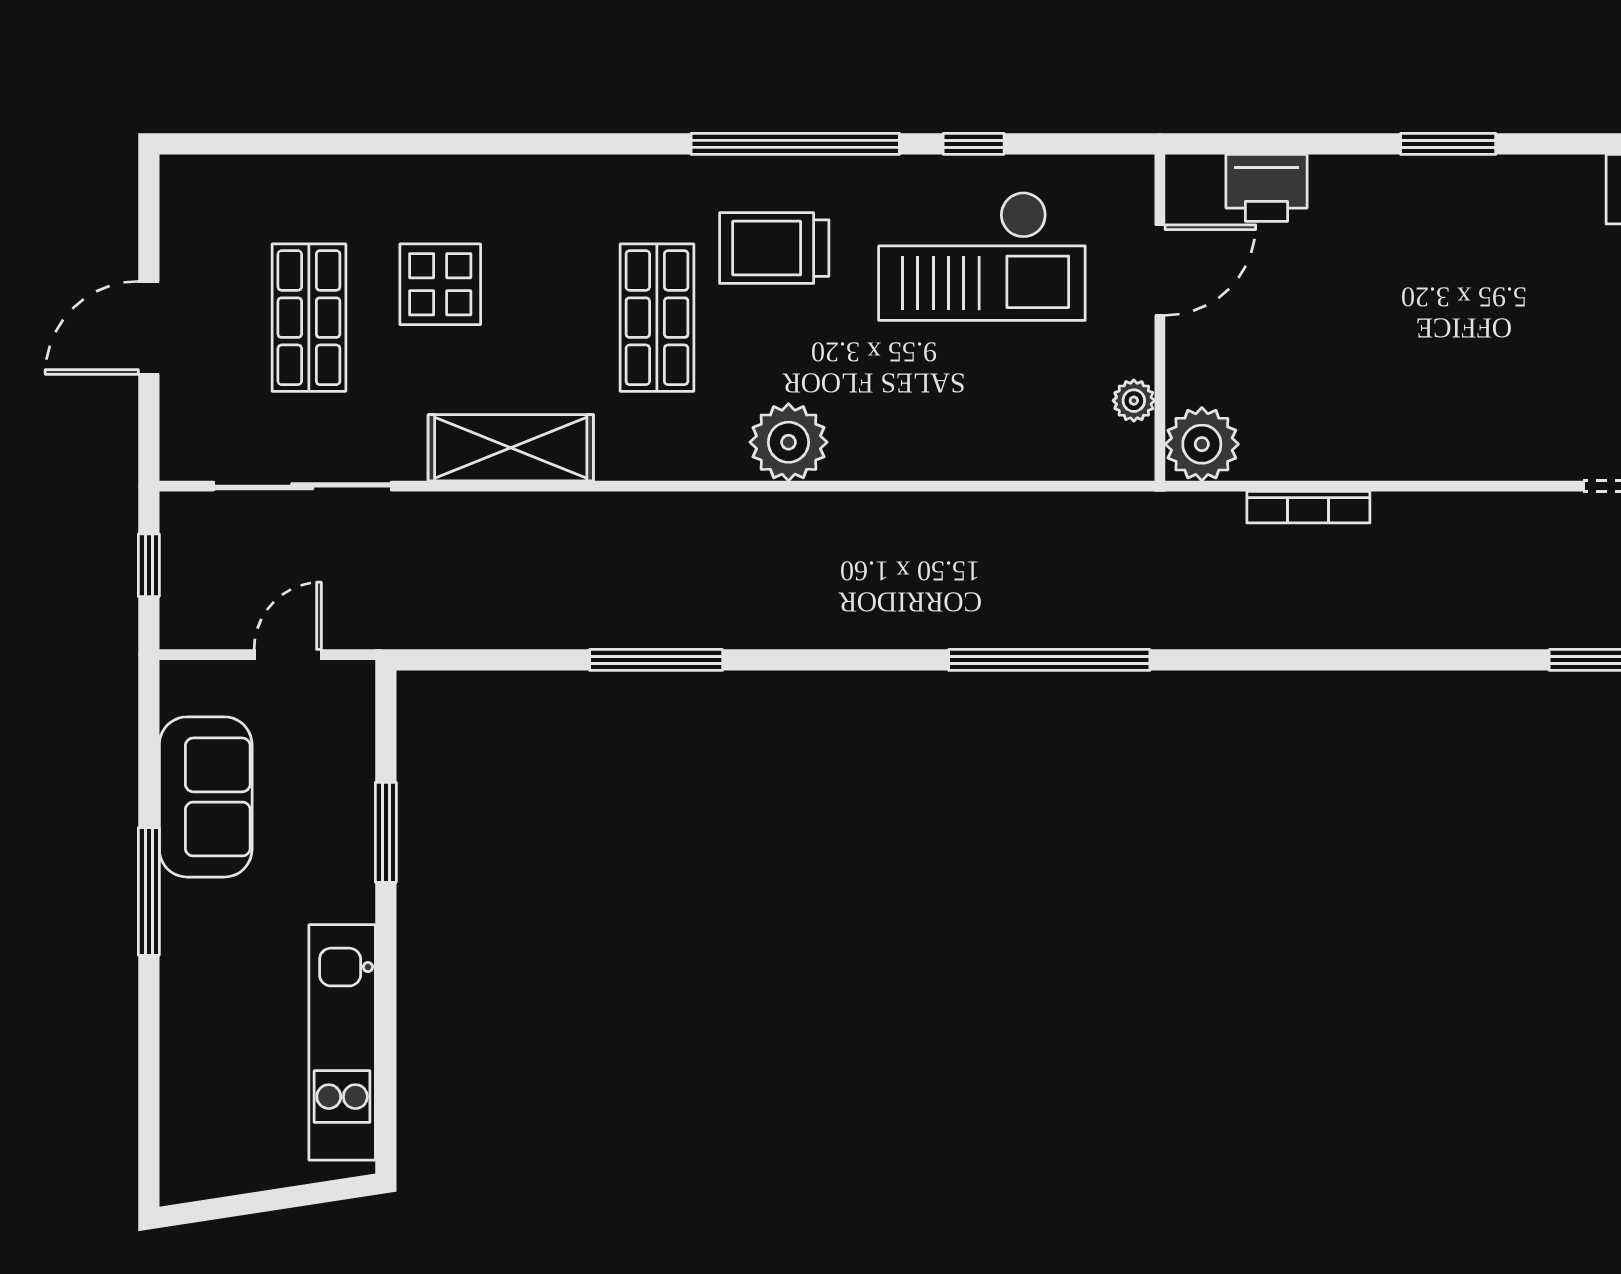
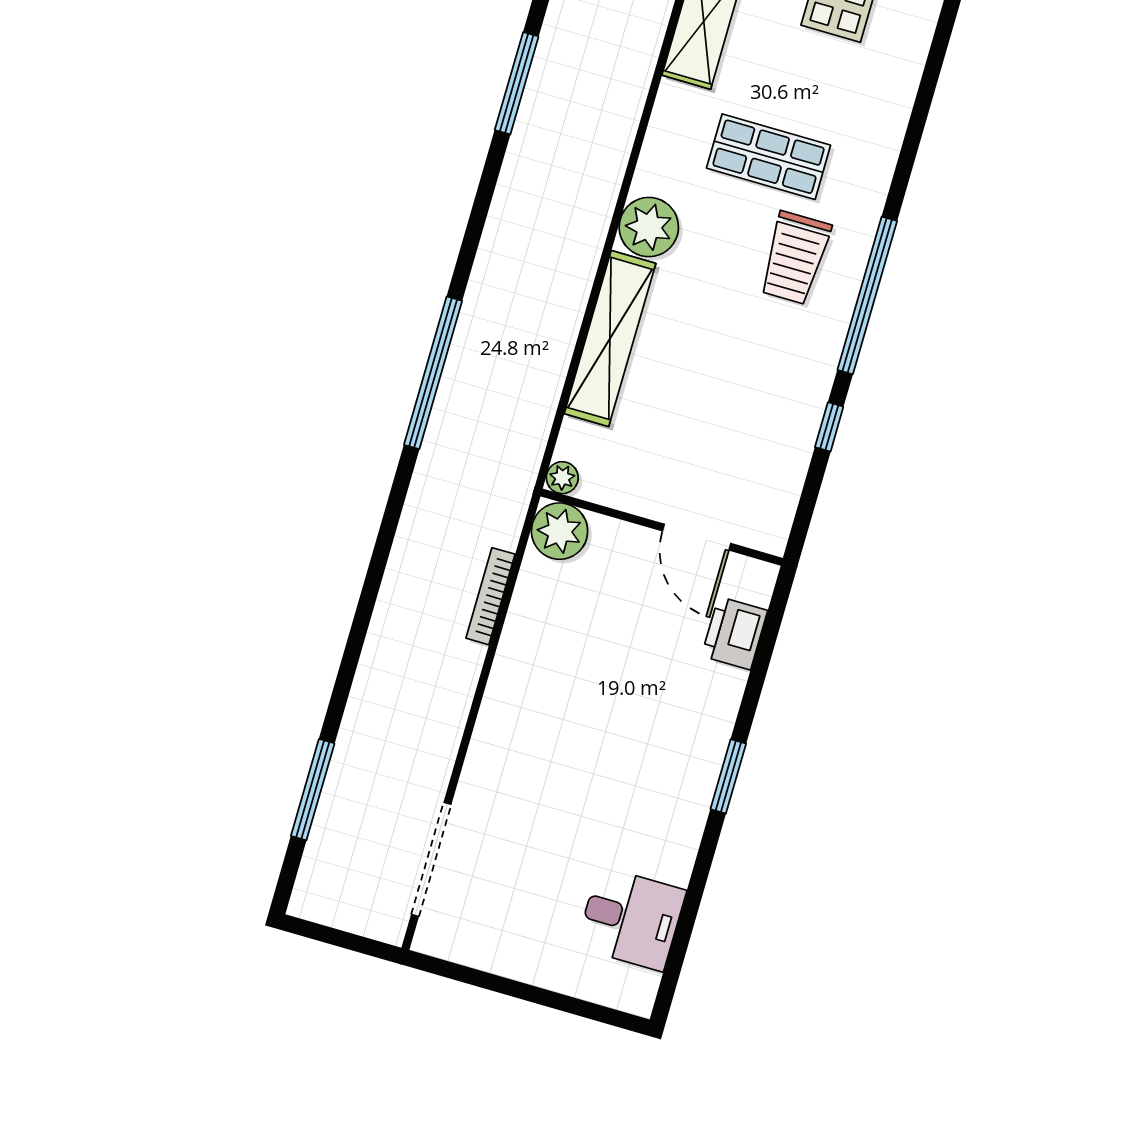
trolley: (774, 248) -> (795, 258), turned 180
checkout: (982, 256) -> (745, 409), removed
plant: (1134, 401) -> (562, 478), moved
shelving: (942, 451) -> (610, 338), added

